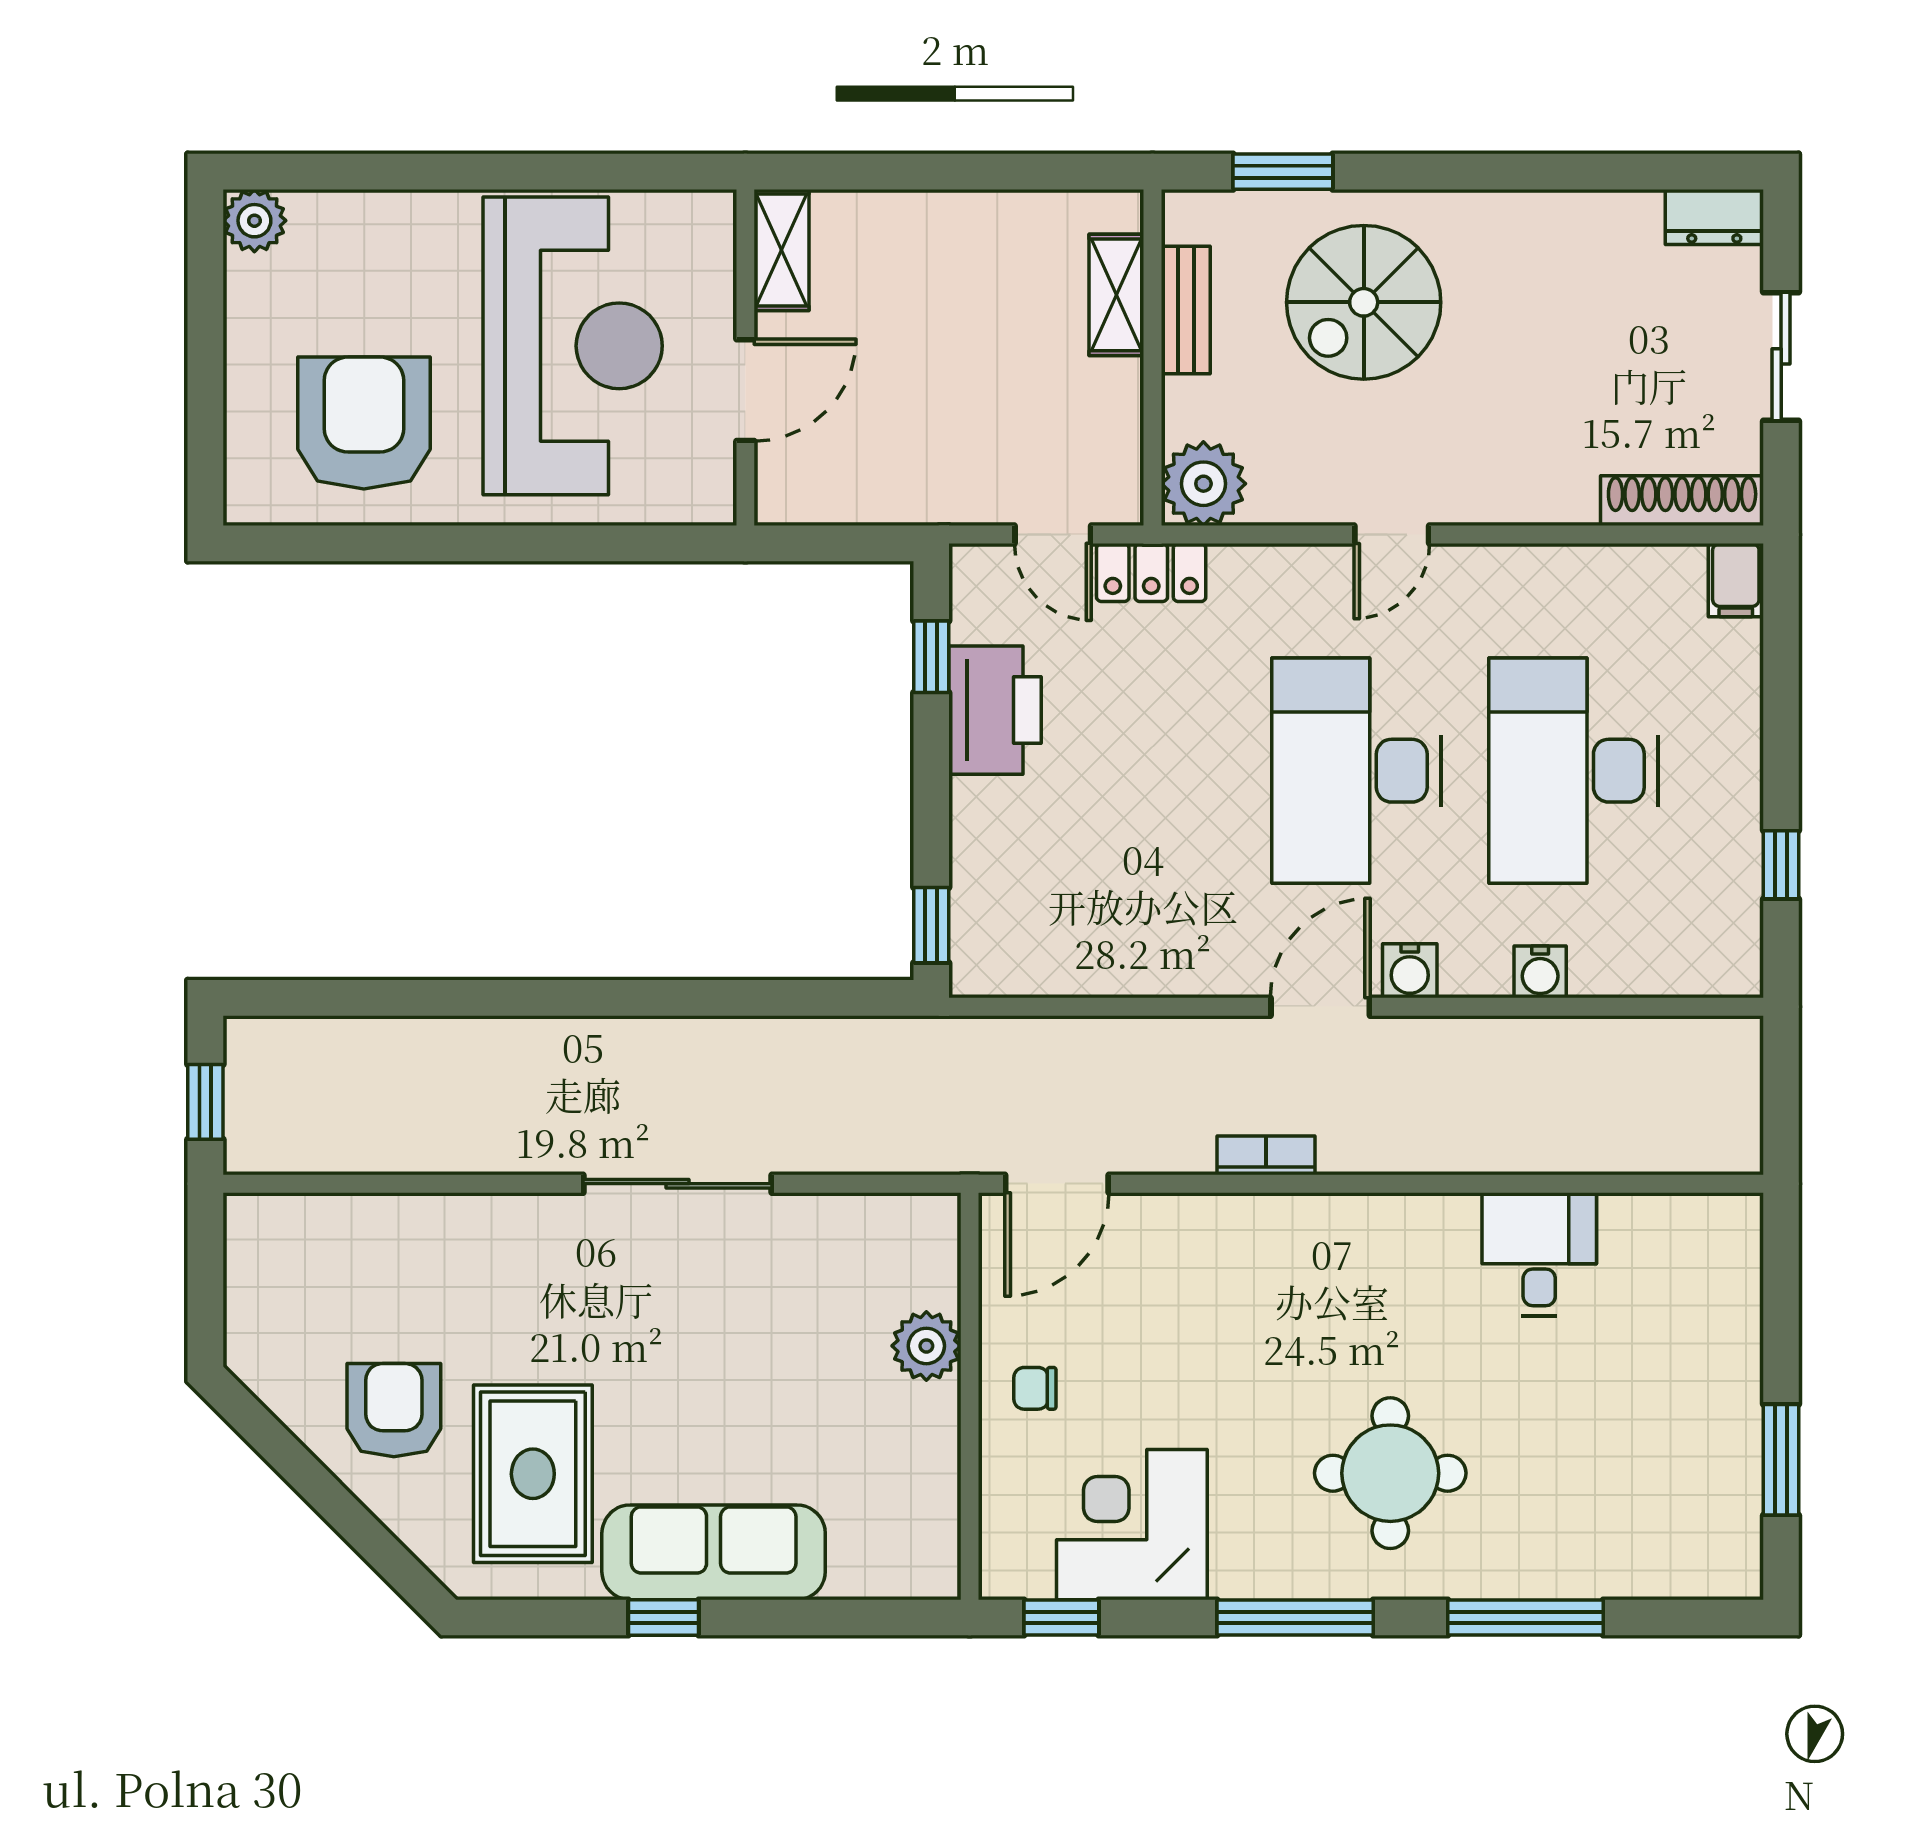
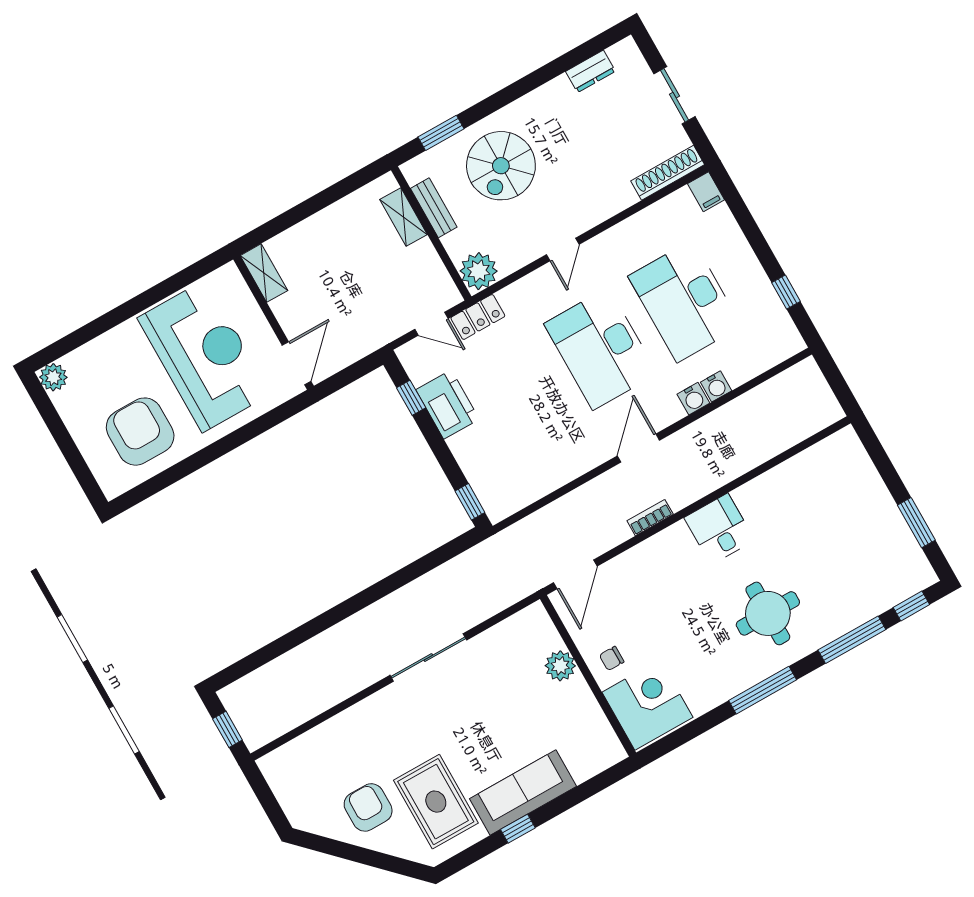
dresser: (1714, 217) -> (590, 71), moved
door: (745, 390) -> (297, 363), moved
water cooler: (1410, 971) -> (693, 399), moved
desk: (1539, 1254) -> (719, 529), moved
corner desk: (1132, 1525) -> (647, 705), moved, turned 90
window: (1061, 1617) -> (911, 606), moved

